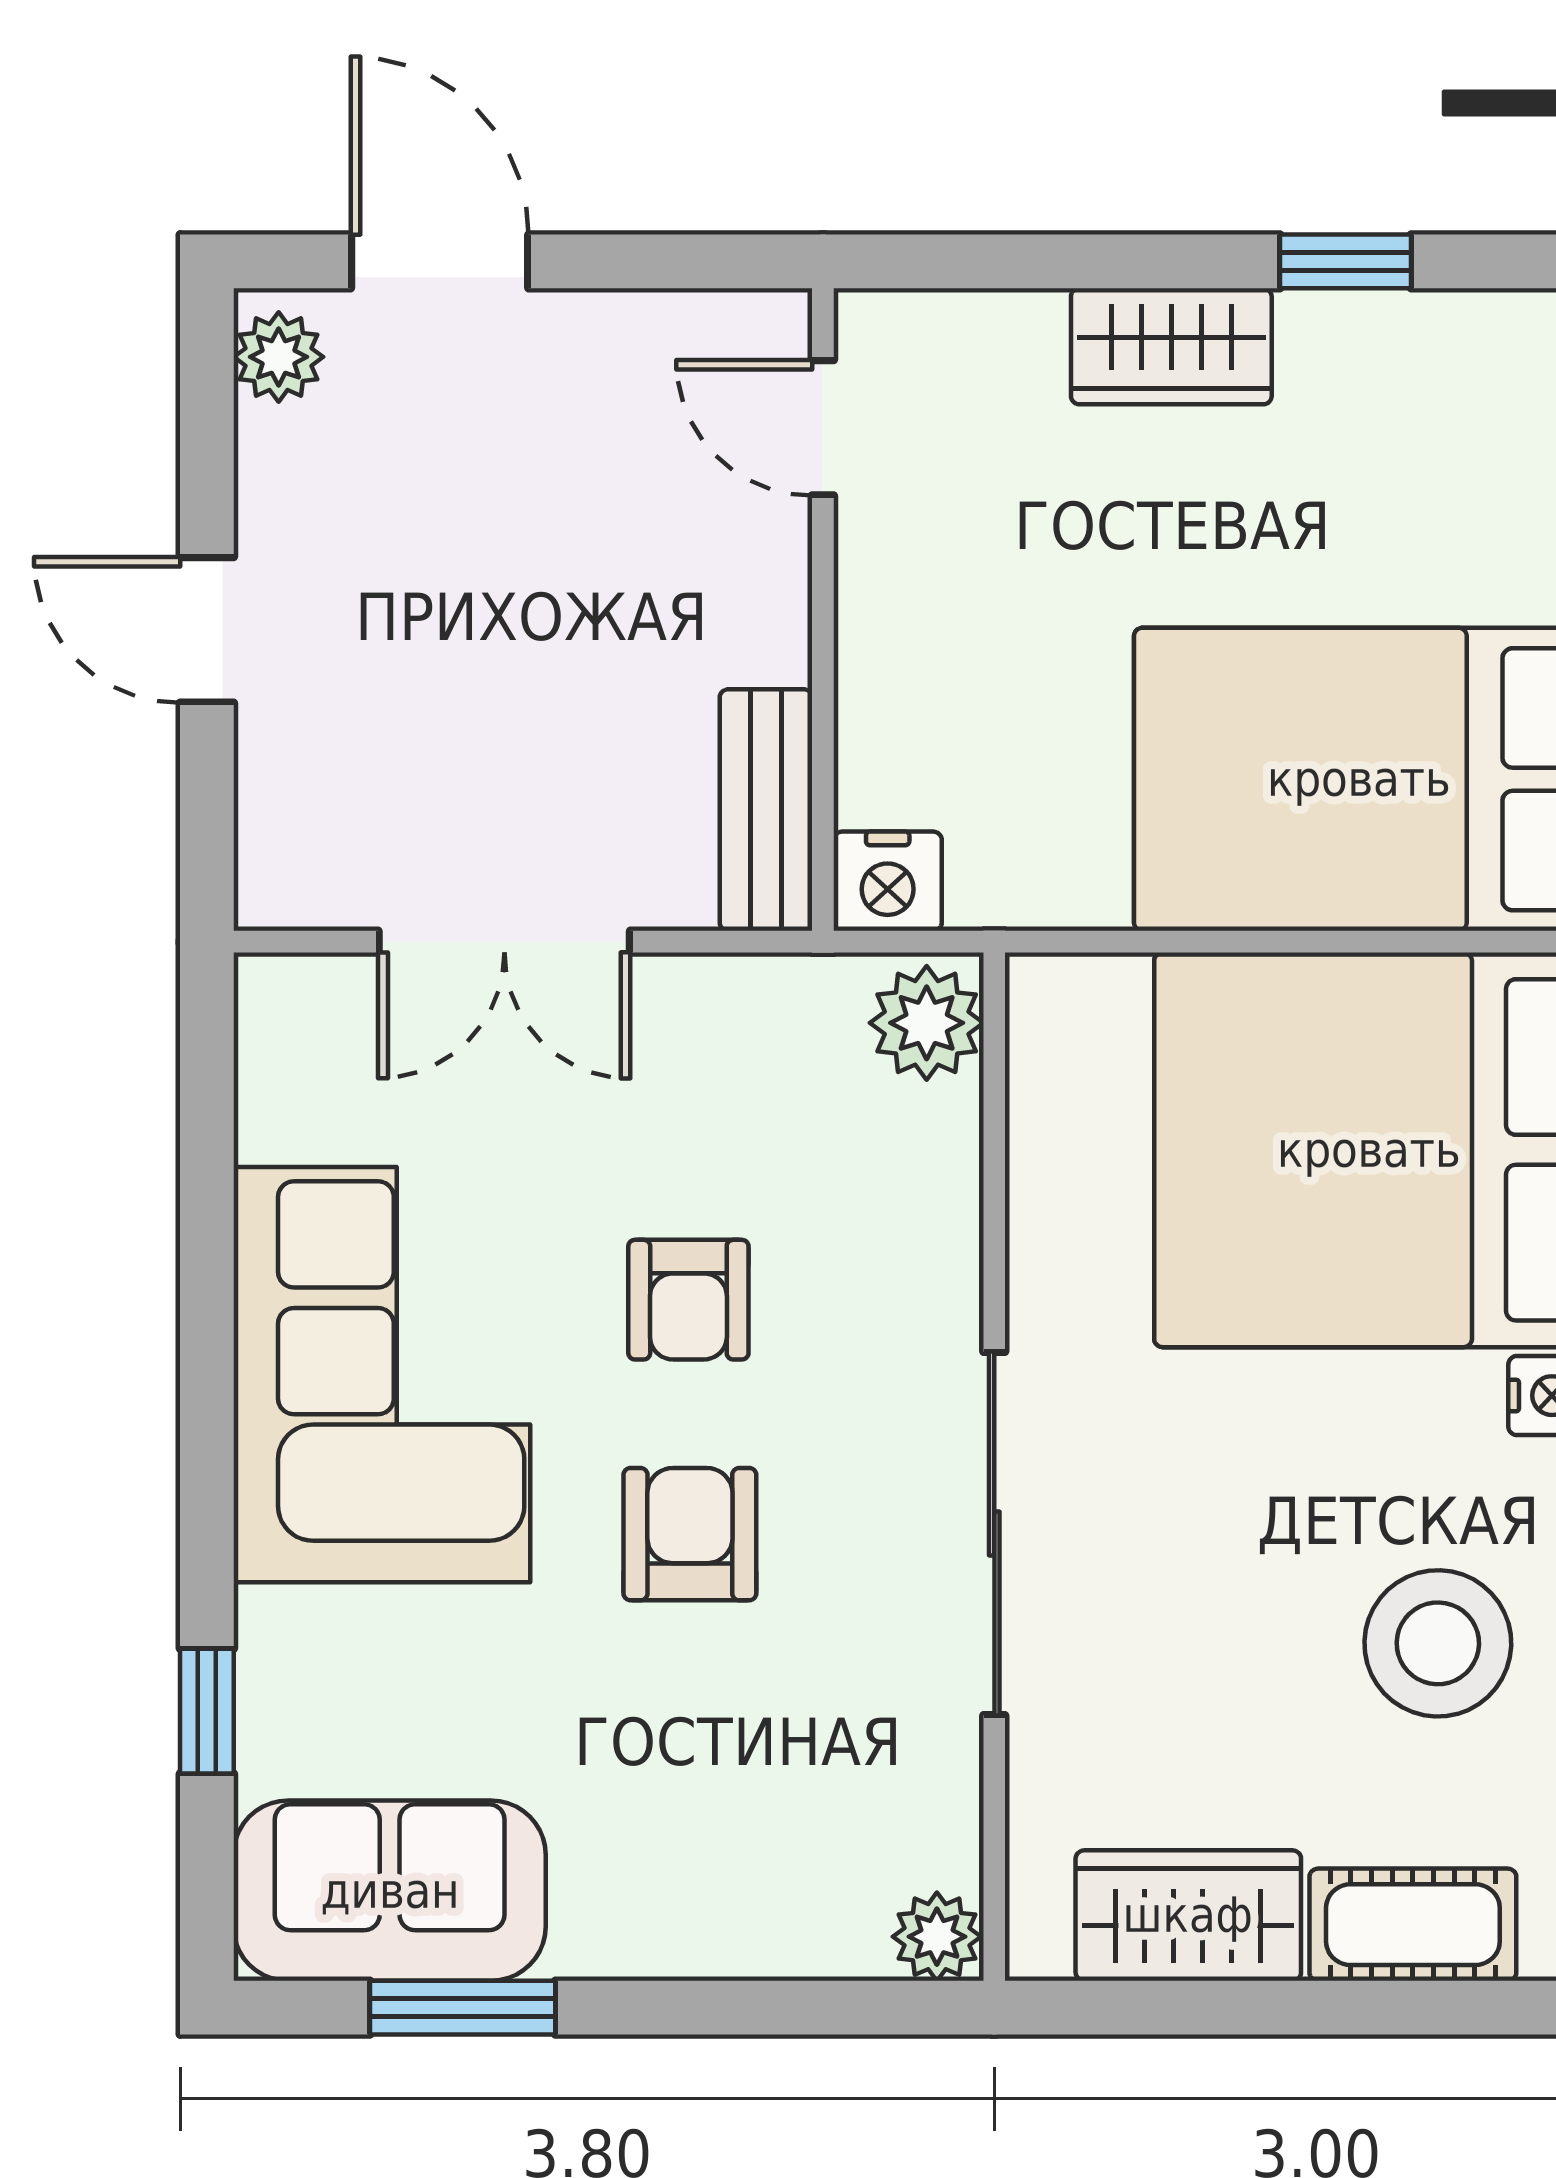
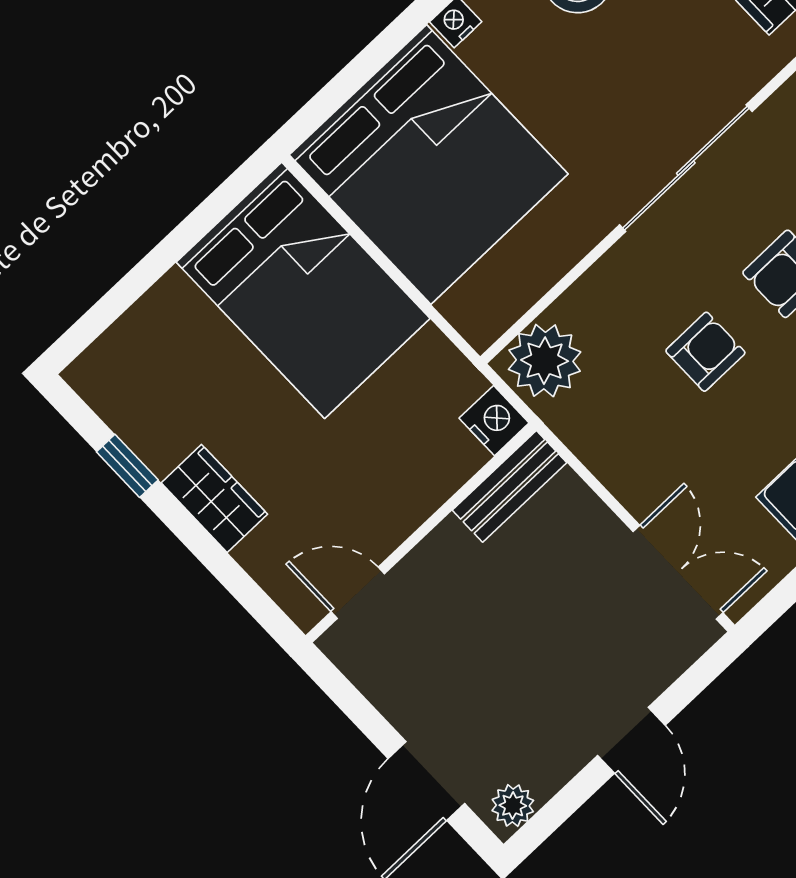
door: (823, 428) -> (358, 593), swing flipped
double door: (504, 942) -> (678, 572), moved
plant: (927, 1023) -> (545, 361), width x1.36, depth x1.36

